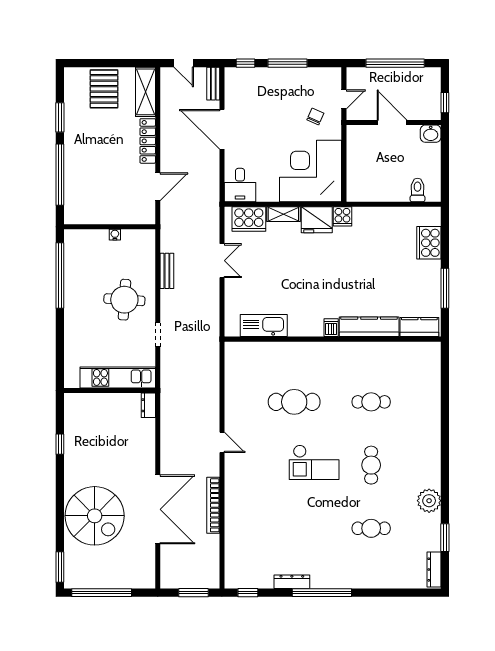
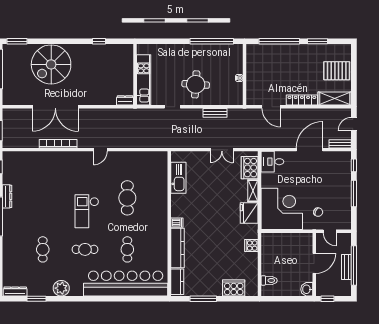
bench: (398, 74) -> (346, 267), added
cooker: (342, 216) -> (251, 246), moved
bar counter: (422, 404) -> (126, 284), added

